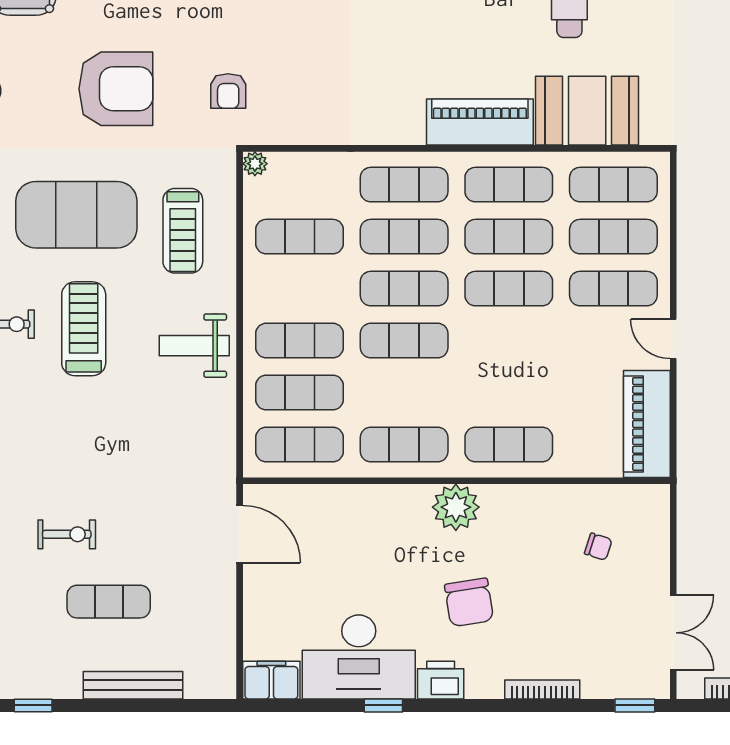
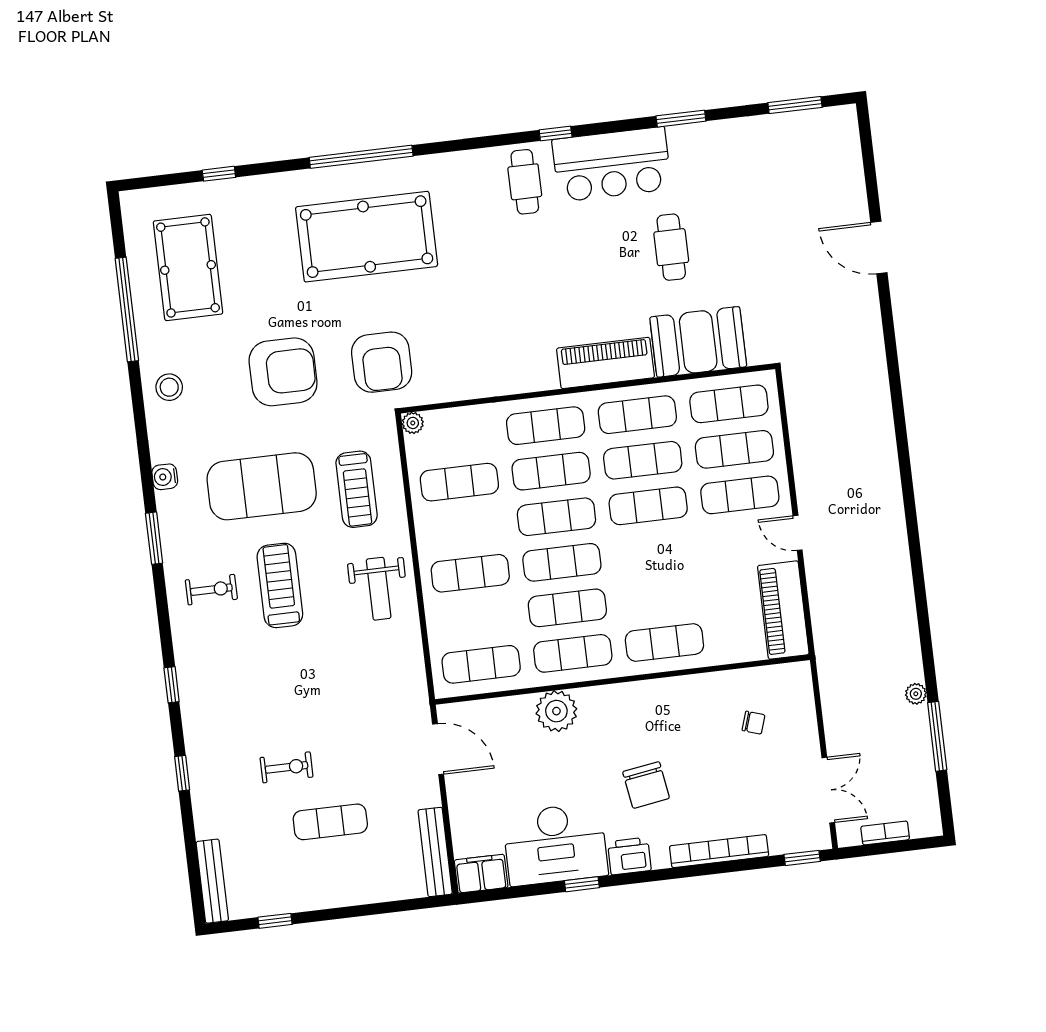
armchair: (228, 91) -> (382, 362), width x1.88, depth x1.88
weight bench: (194, 346) -> (379, 589), turned -90
exercise mat: (300, 393) -> (567, 608), moved
plant: (456, 507) -> (556, 711), moved
bench: (133, 685) -> (435, 852), moved, turned 90
bookcase: (542, 690) -> (719, 851), width x1.48, depth x1.31

